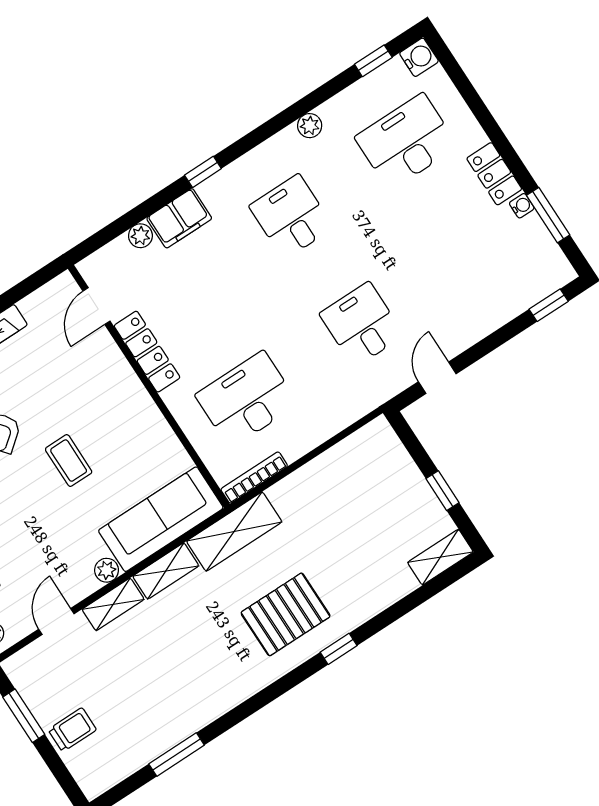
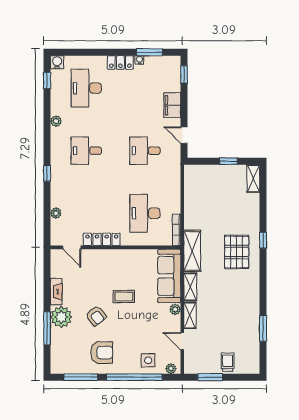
filing cabinet: (179, 218) -> (172, 105), moved, turned 180

